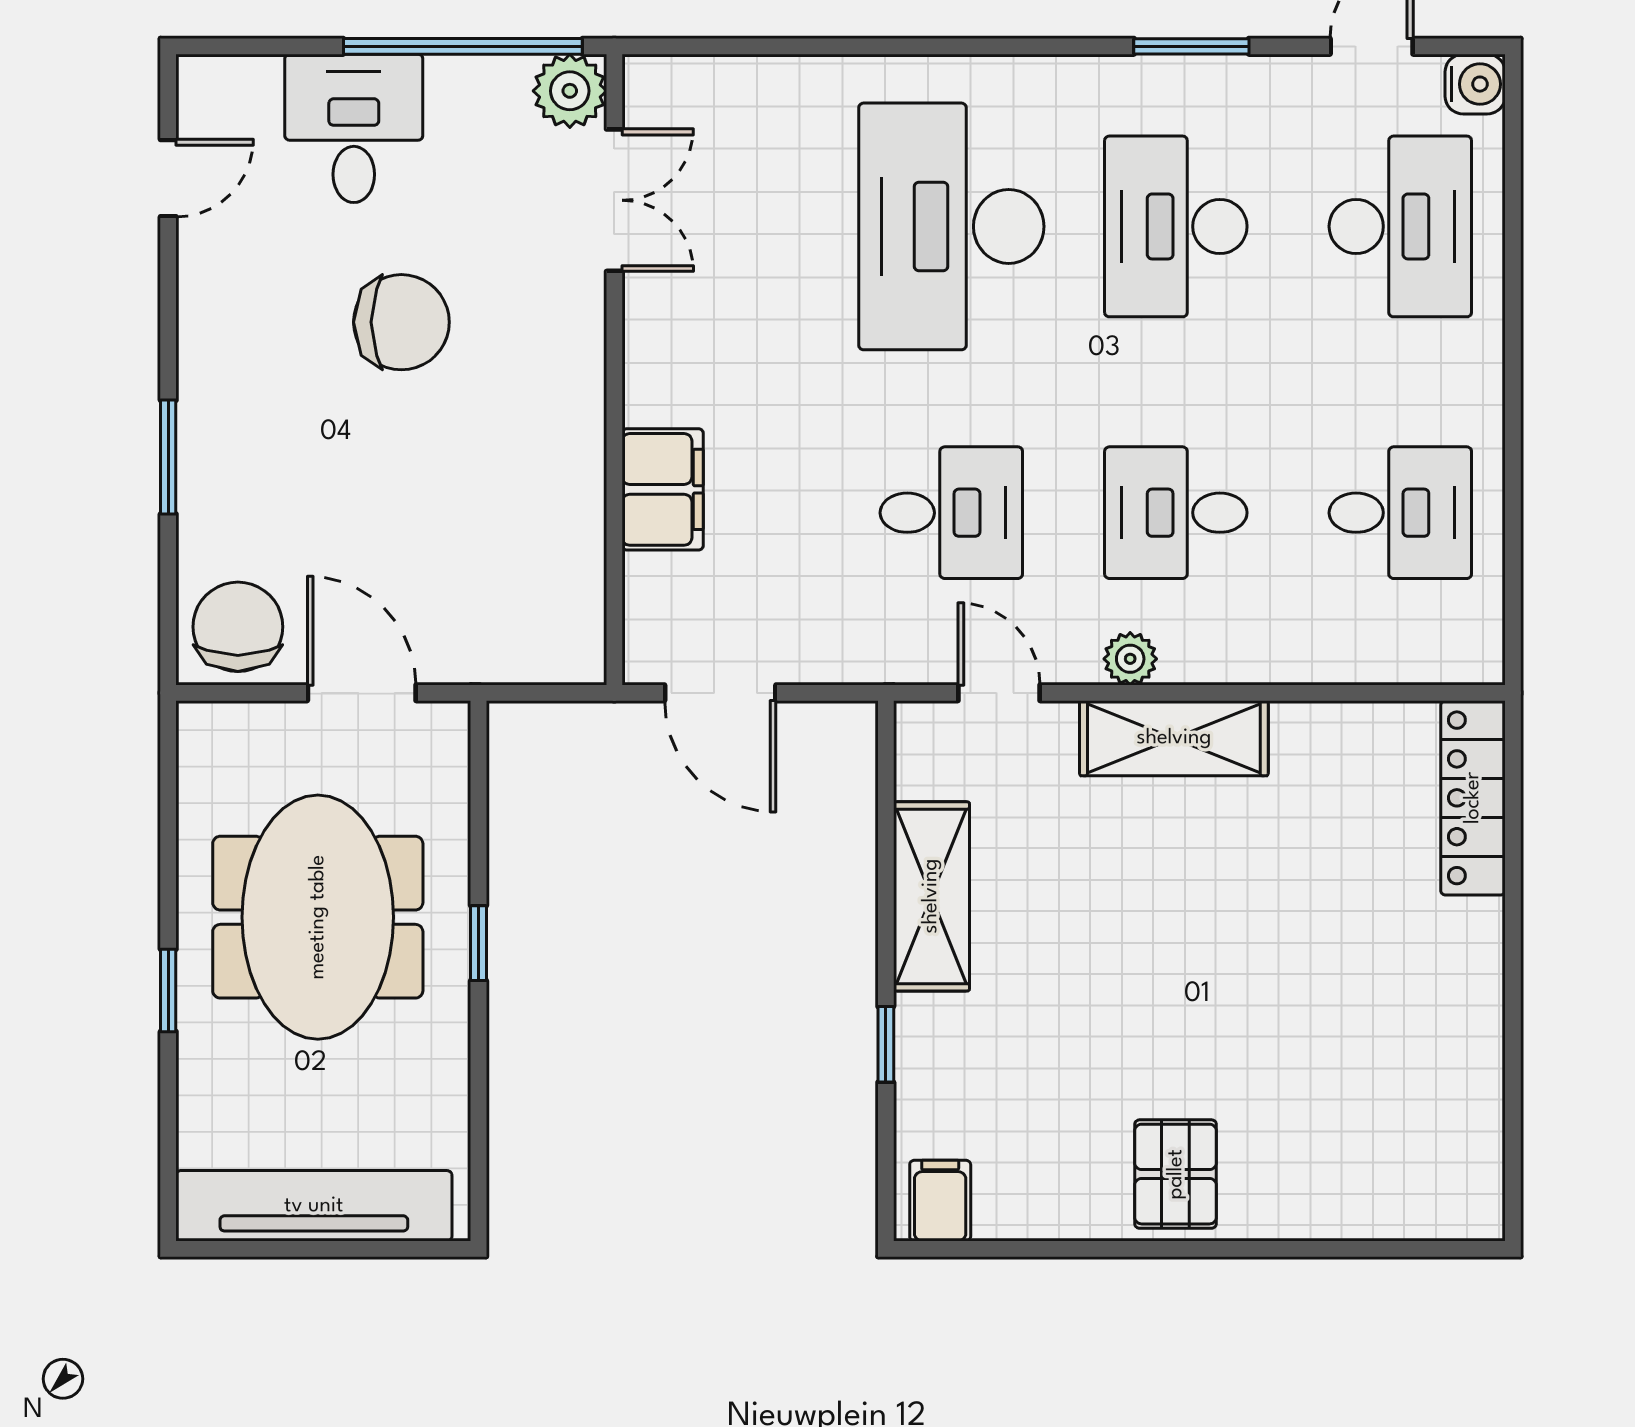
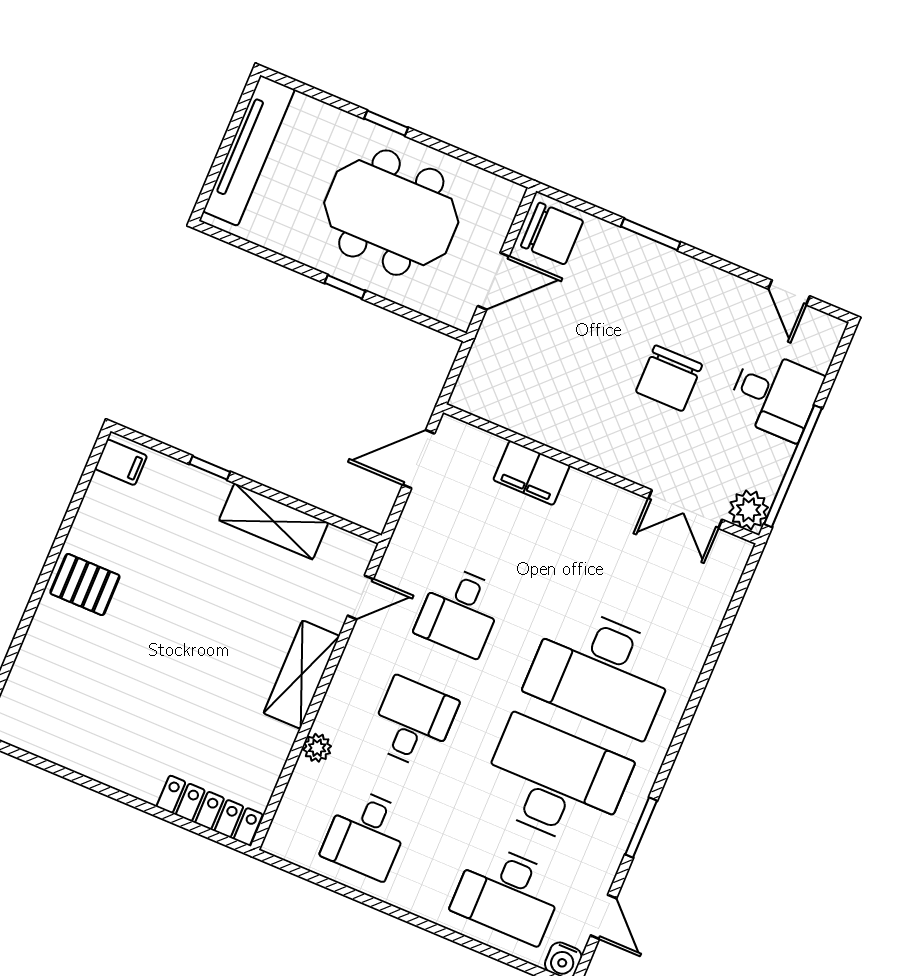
desk: (951, 226) -> (602, 671), turned 180
desk: (1176, 226) -> (555, 782), width x1.36, depth x1.30
plant: (1130, 659) -> (317, 748), moved

